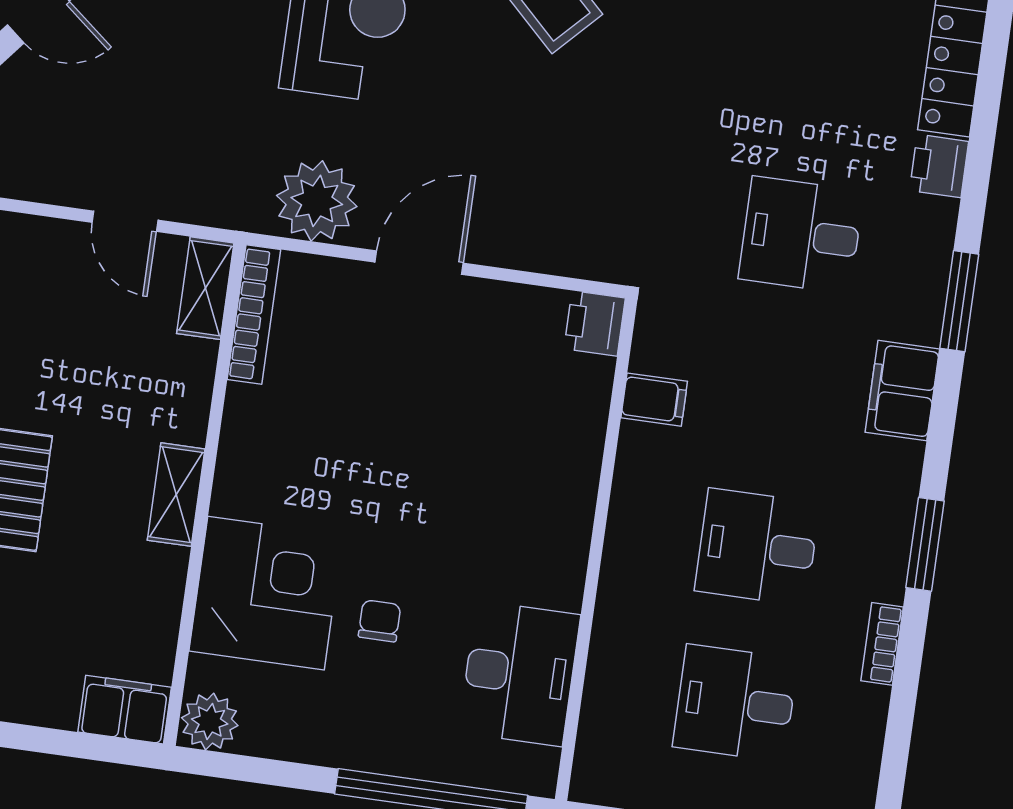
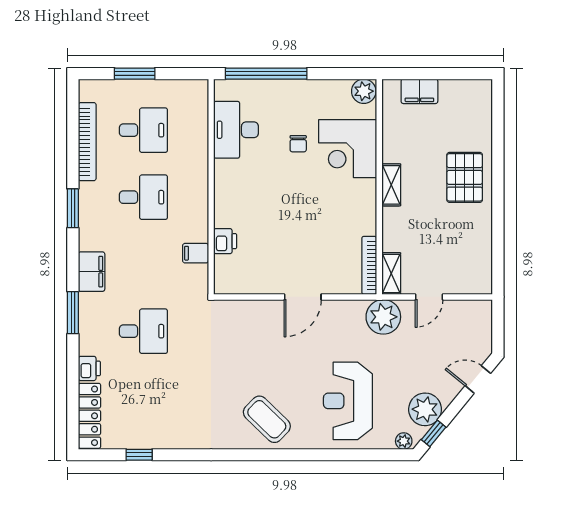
plant: (317, 201) -> (383, 317), moved
door: (125, 221) -> (429, 297), swing flipped
printer: (595, 323) -> (225, 241), moved
bookcase: (882, 644) -> (87, 142), width x2.31, depth x1.31
filing cabinet: (125, 710) -> (419, 91), moved

